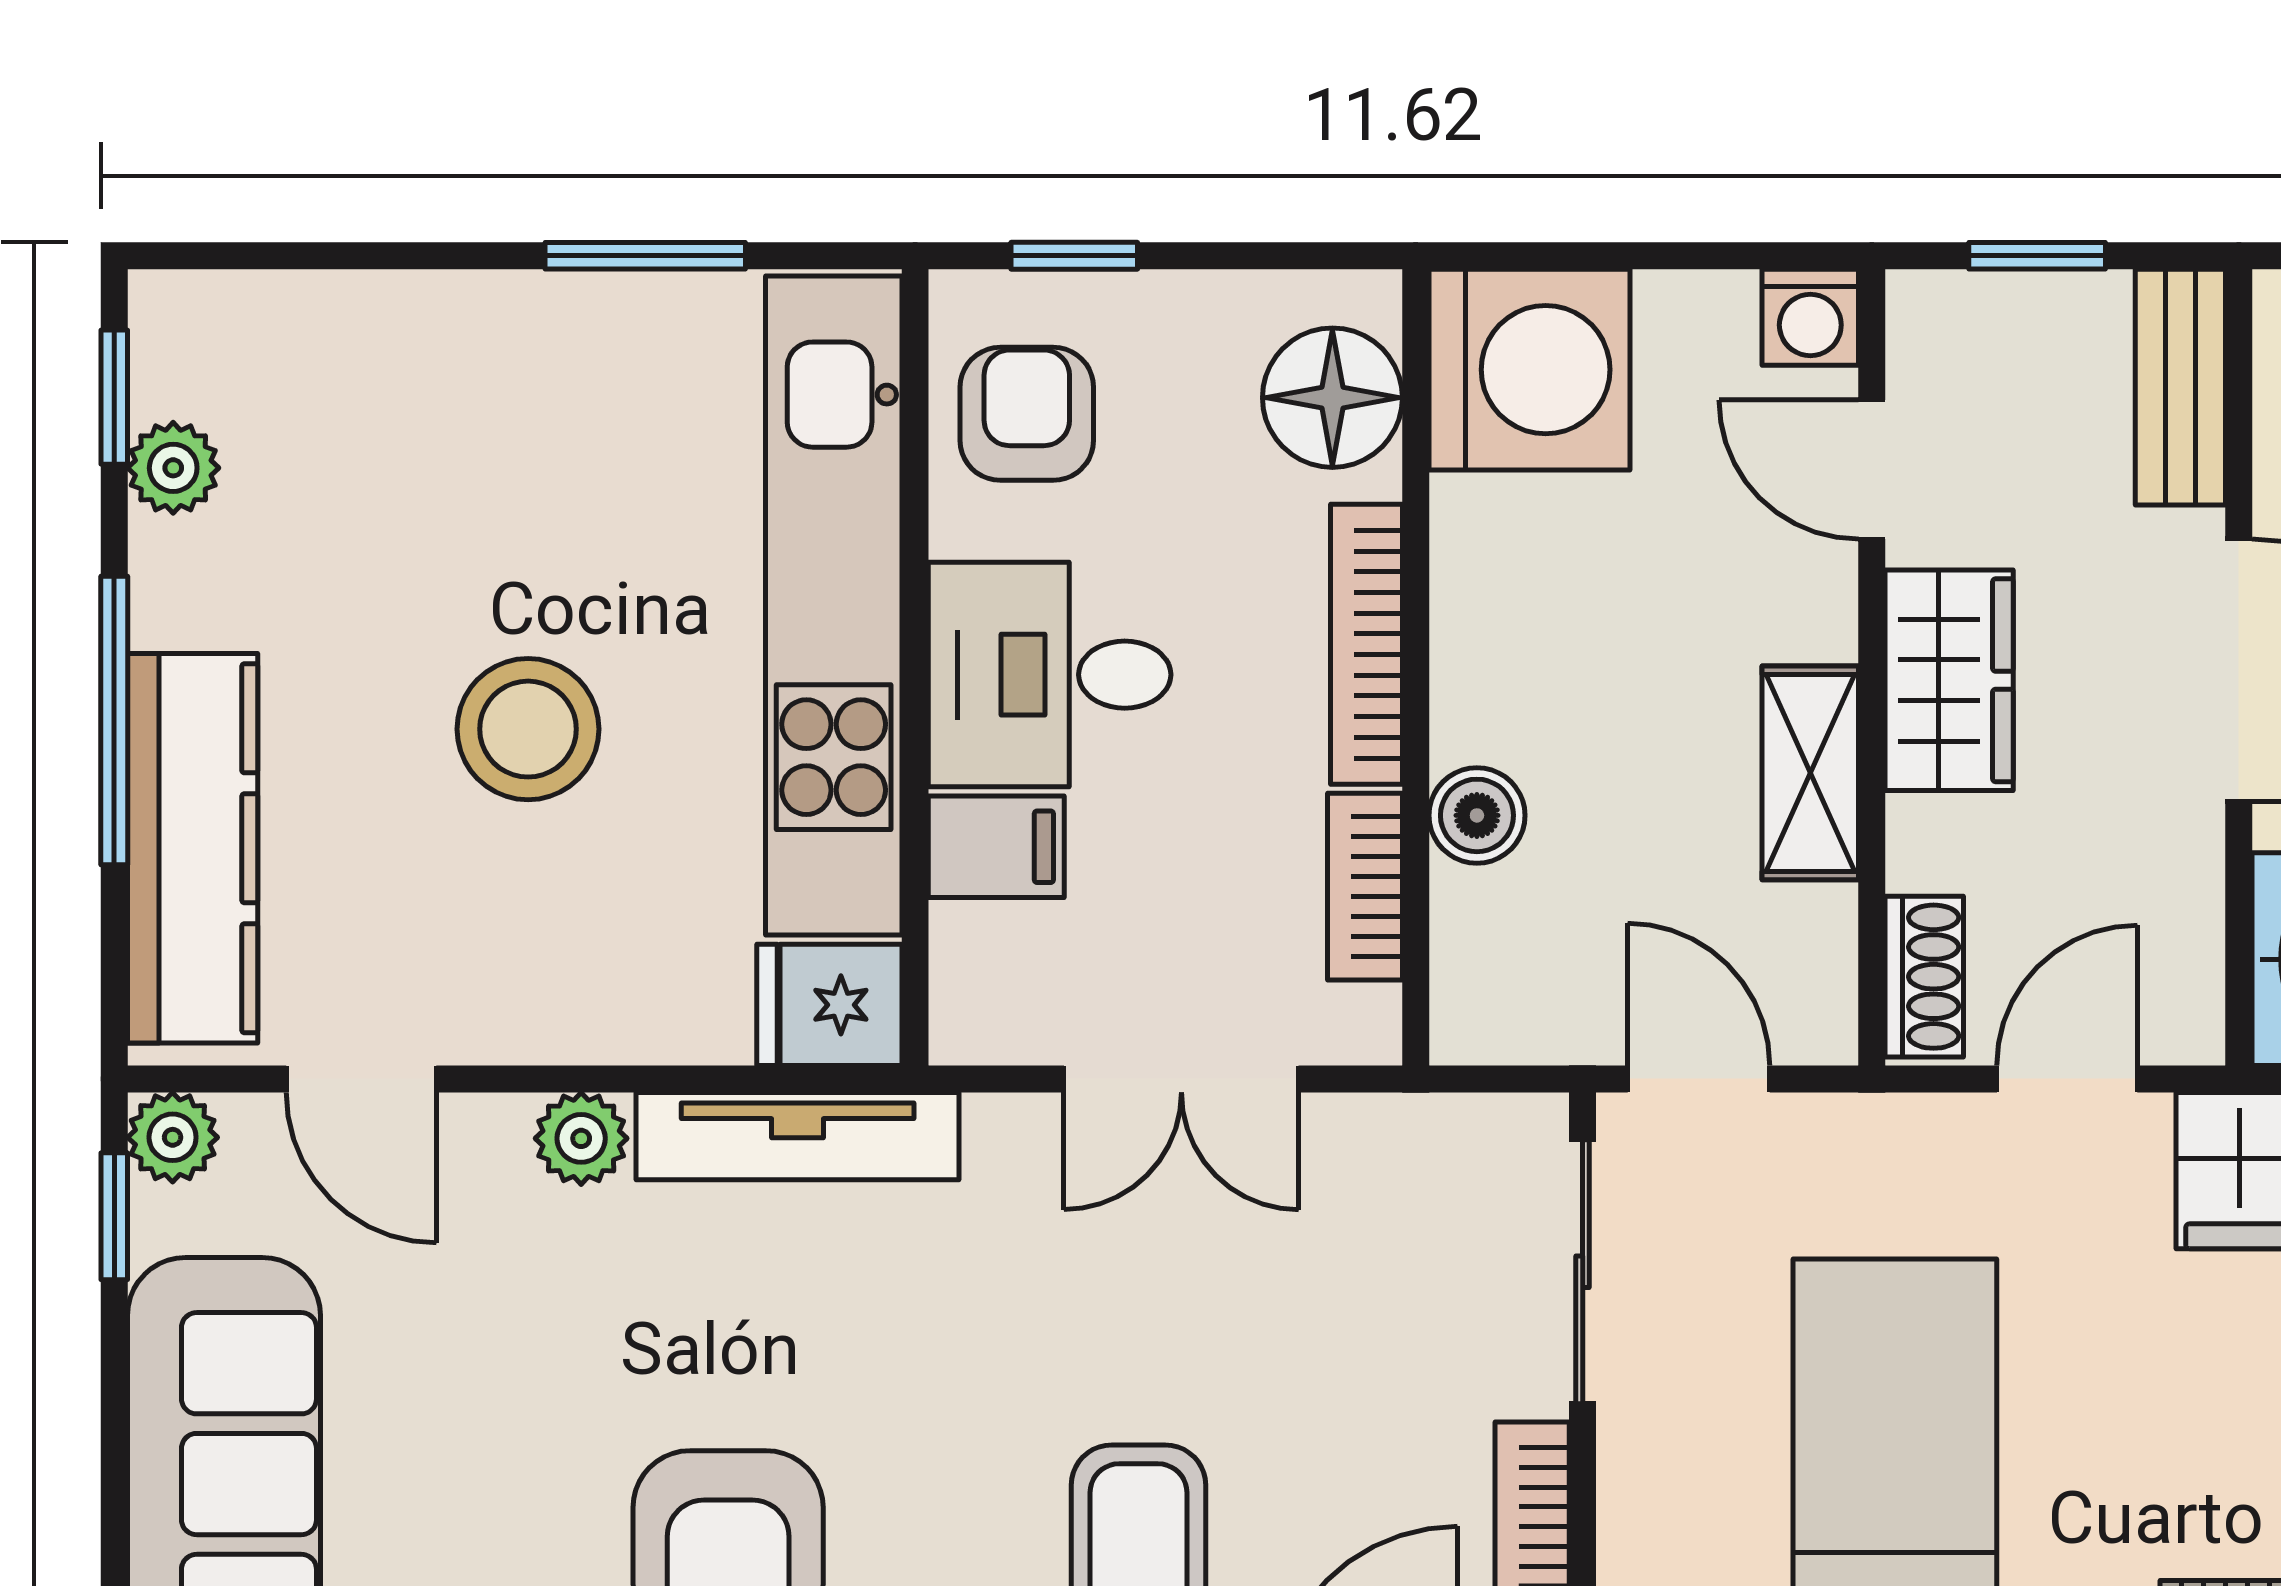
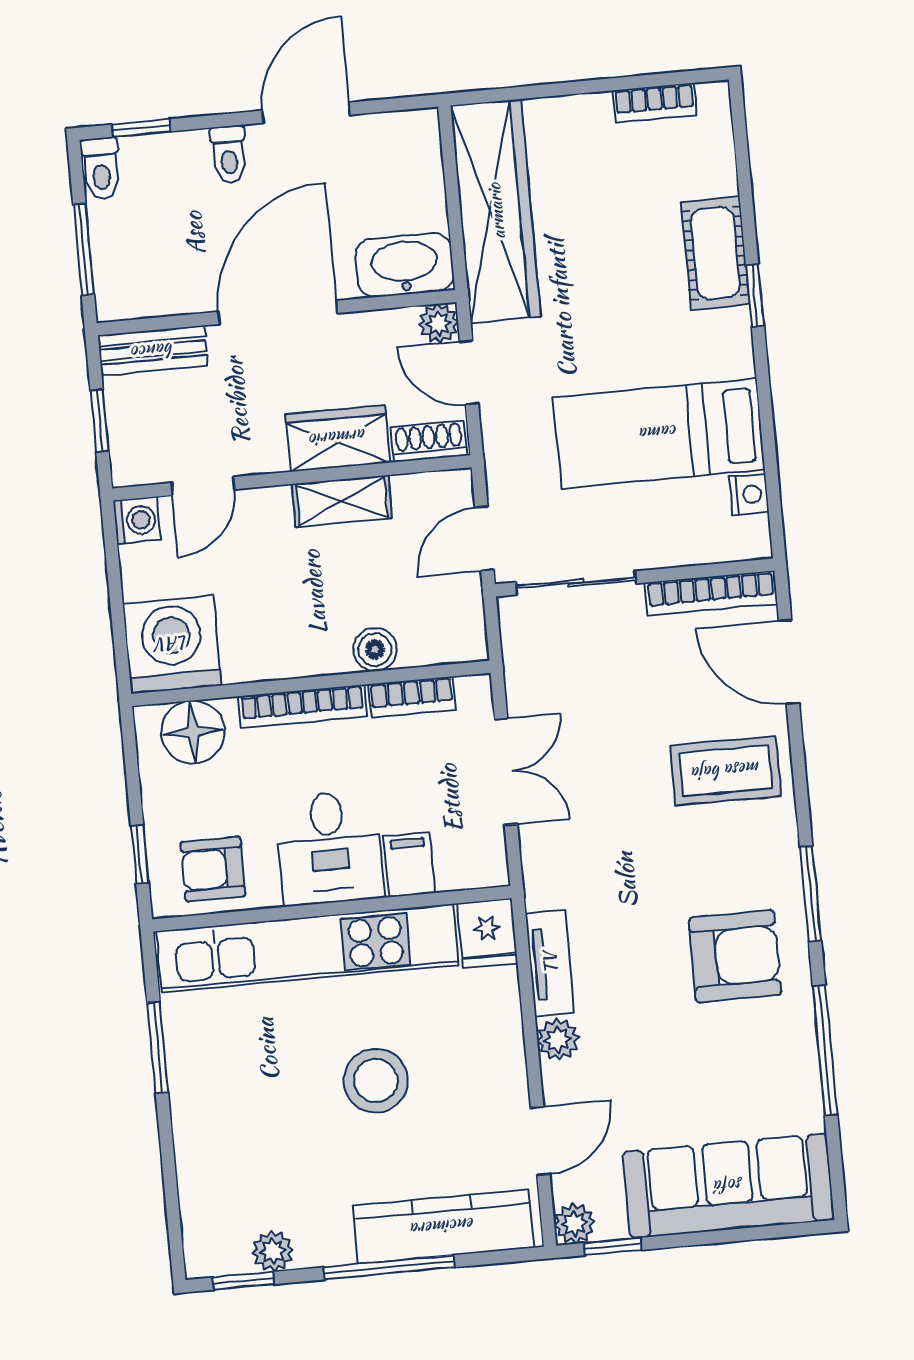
wardrobe: (1949, 680) -> (338, 438), moved
plant: (2182, 1022) -> (438, 323), added
tv unit: (798, 1136) -> (550, 963), width x0.71

